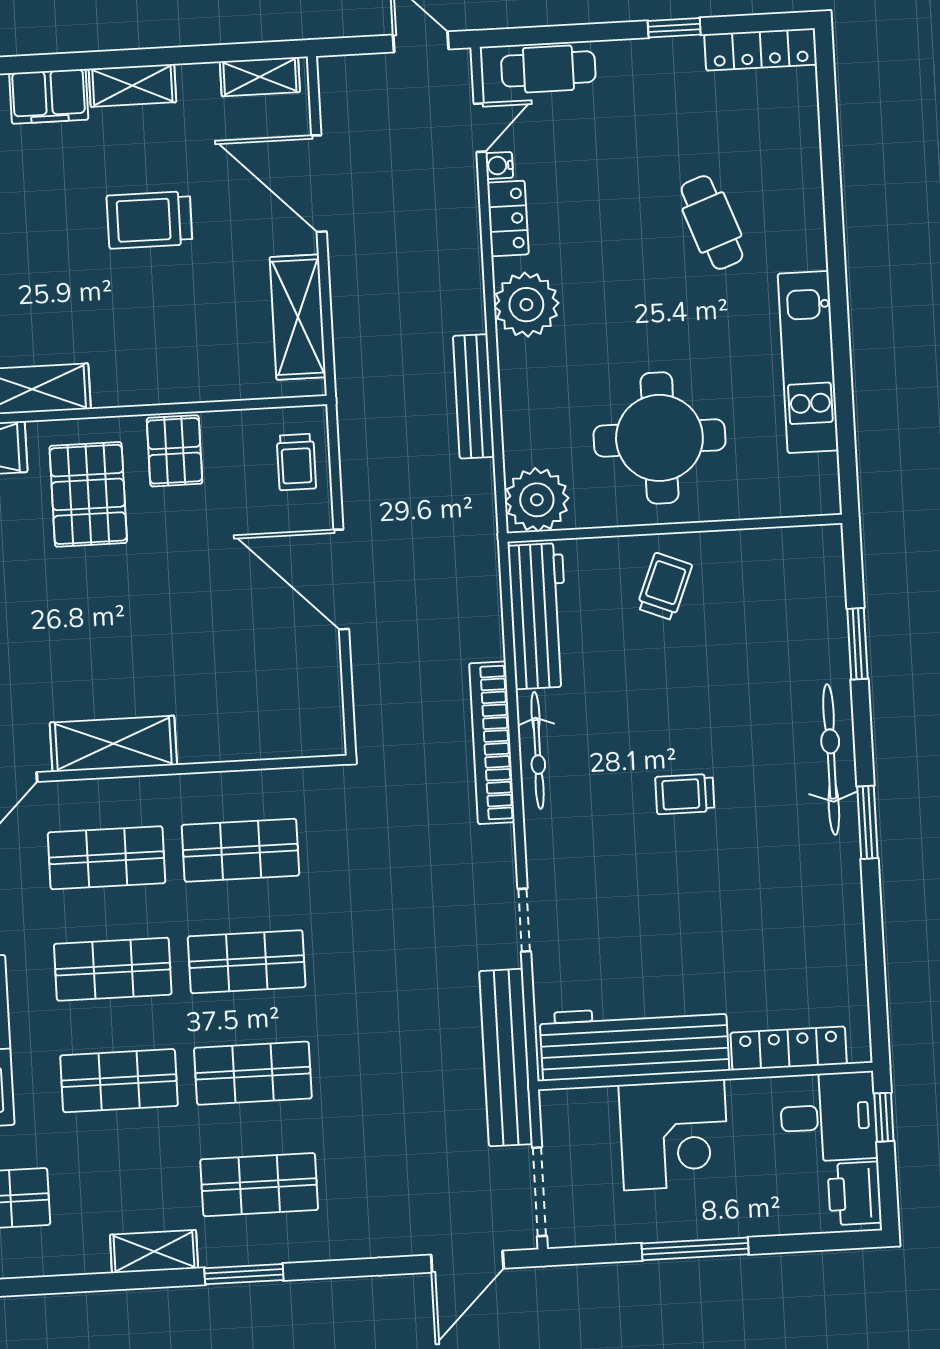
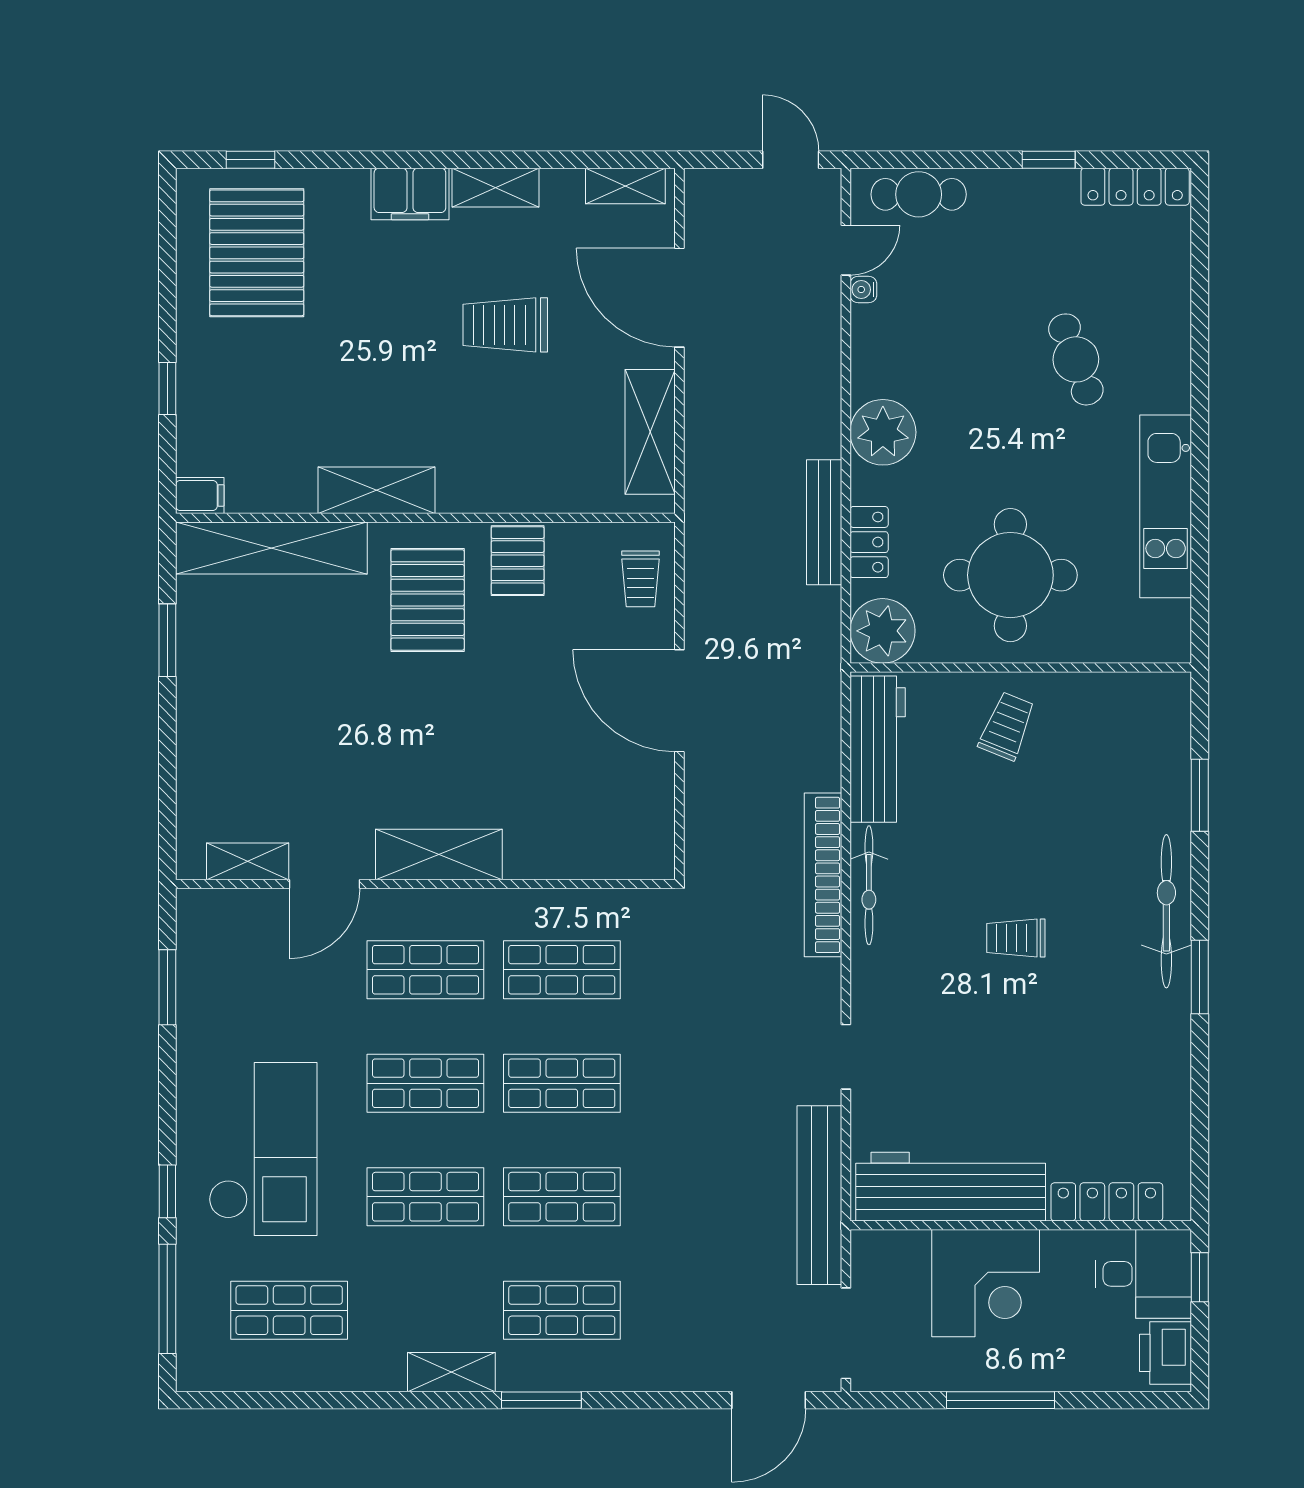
locker: (508, 218) -> (869, 542), moved

